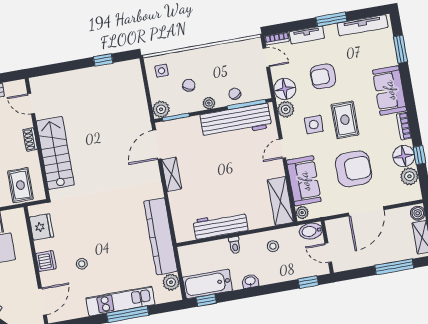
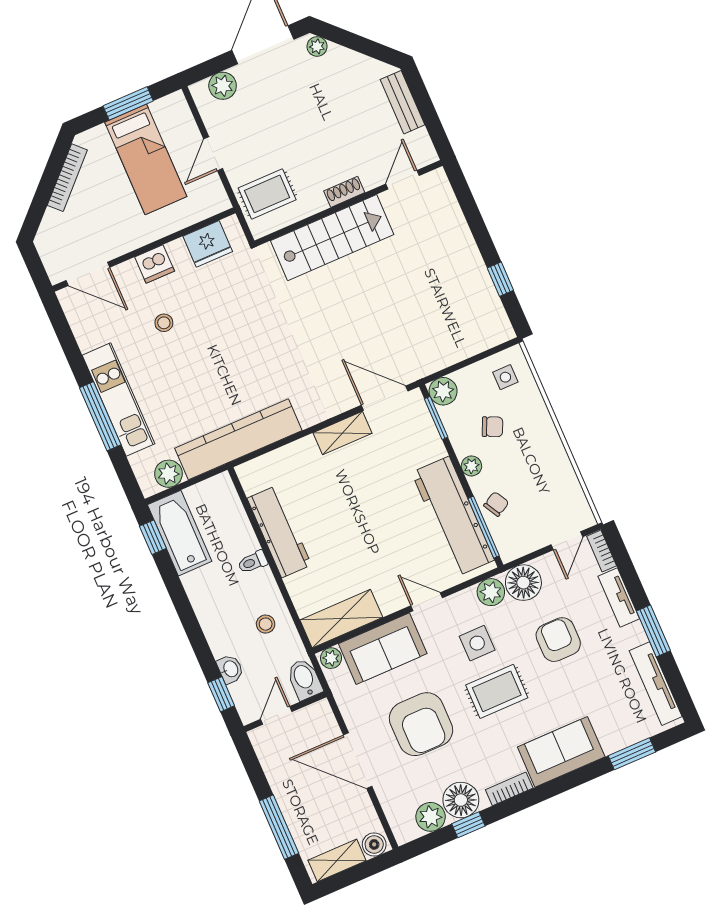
washbasin: (250, 281) -> (230, 669), moved

